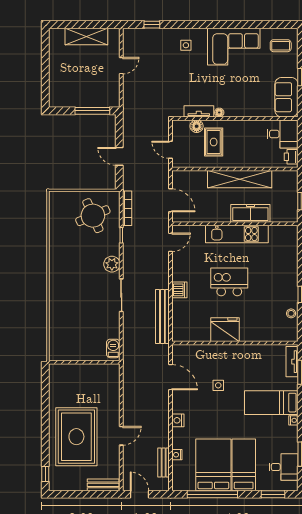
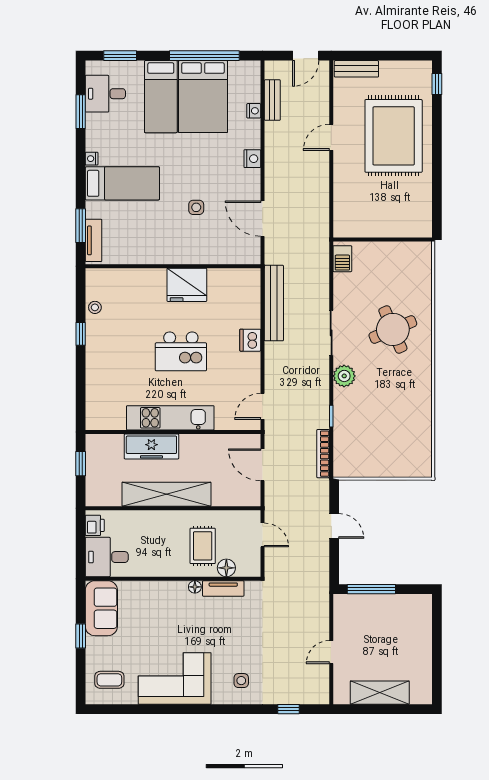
round table: (93, 216) -> (393, 329), moved
door: (140, 494) -> (306, 56), hinge flipped

